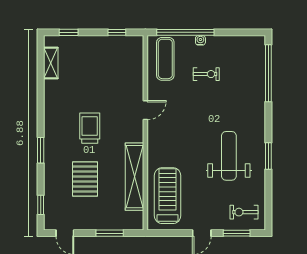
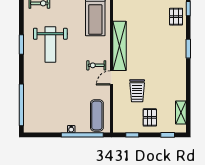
pallet: (93, 56) -> (150, 117), added
exercise bike: (206, 74) -> (96, 65), moved
trolley: (90, 128) -> (137, 91), moved
shelving: (134, 177) -> (119, 46), moved
pallet: (85, 179) -> (176, 17), moved, width x0.67, depth x0.71

